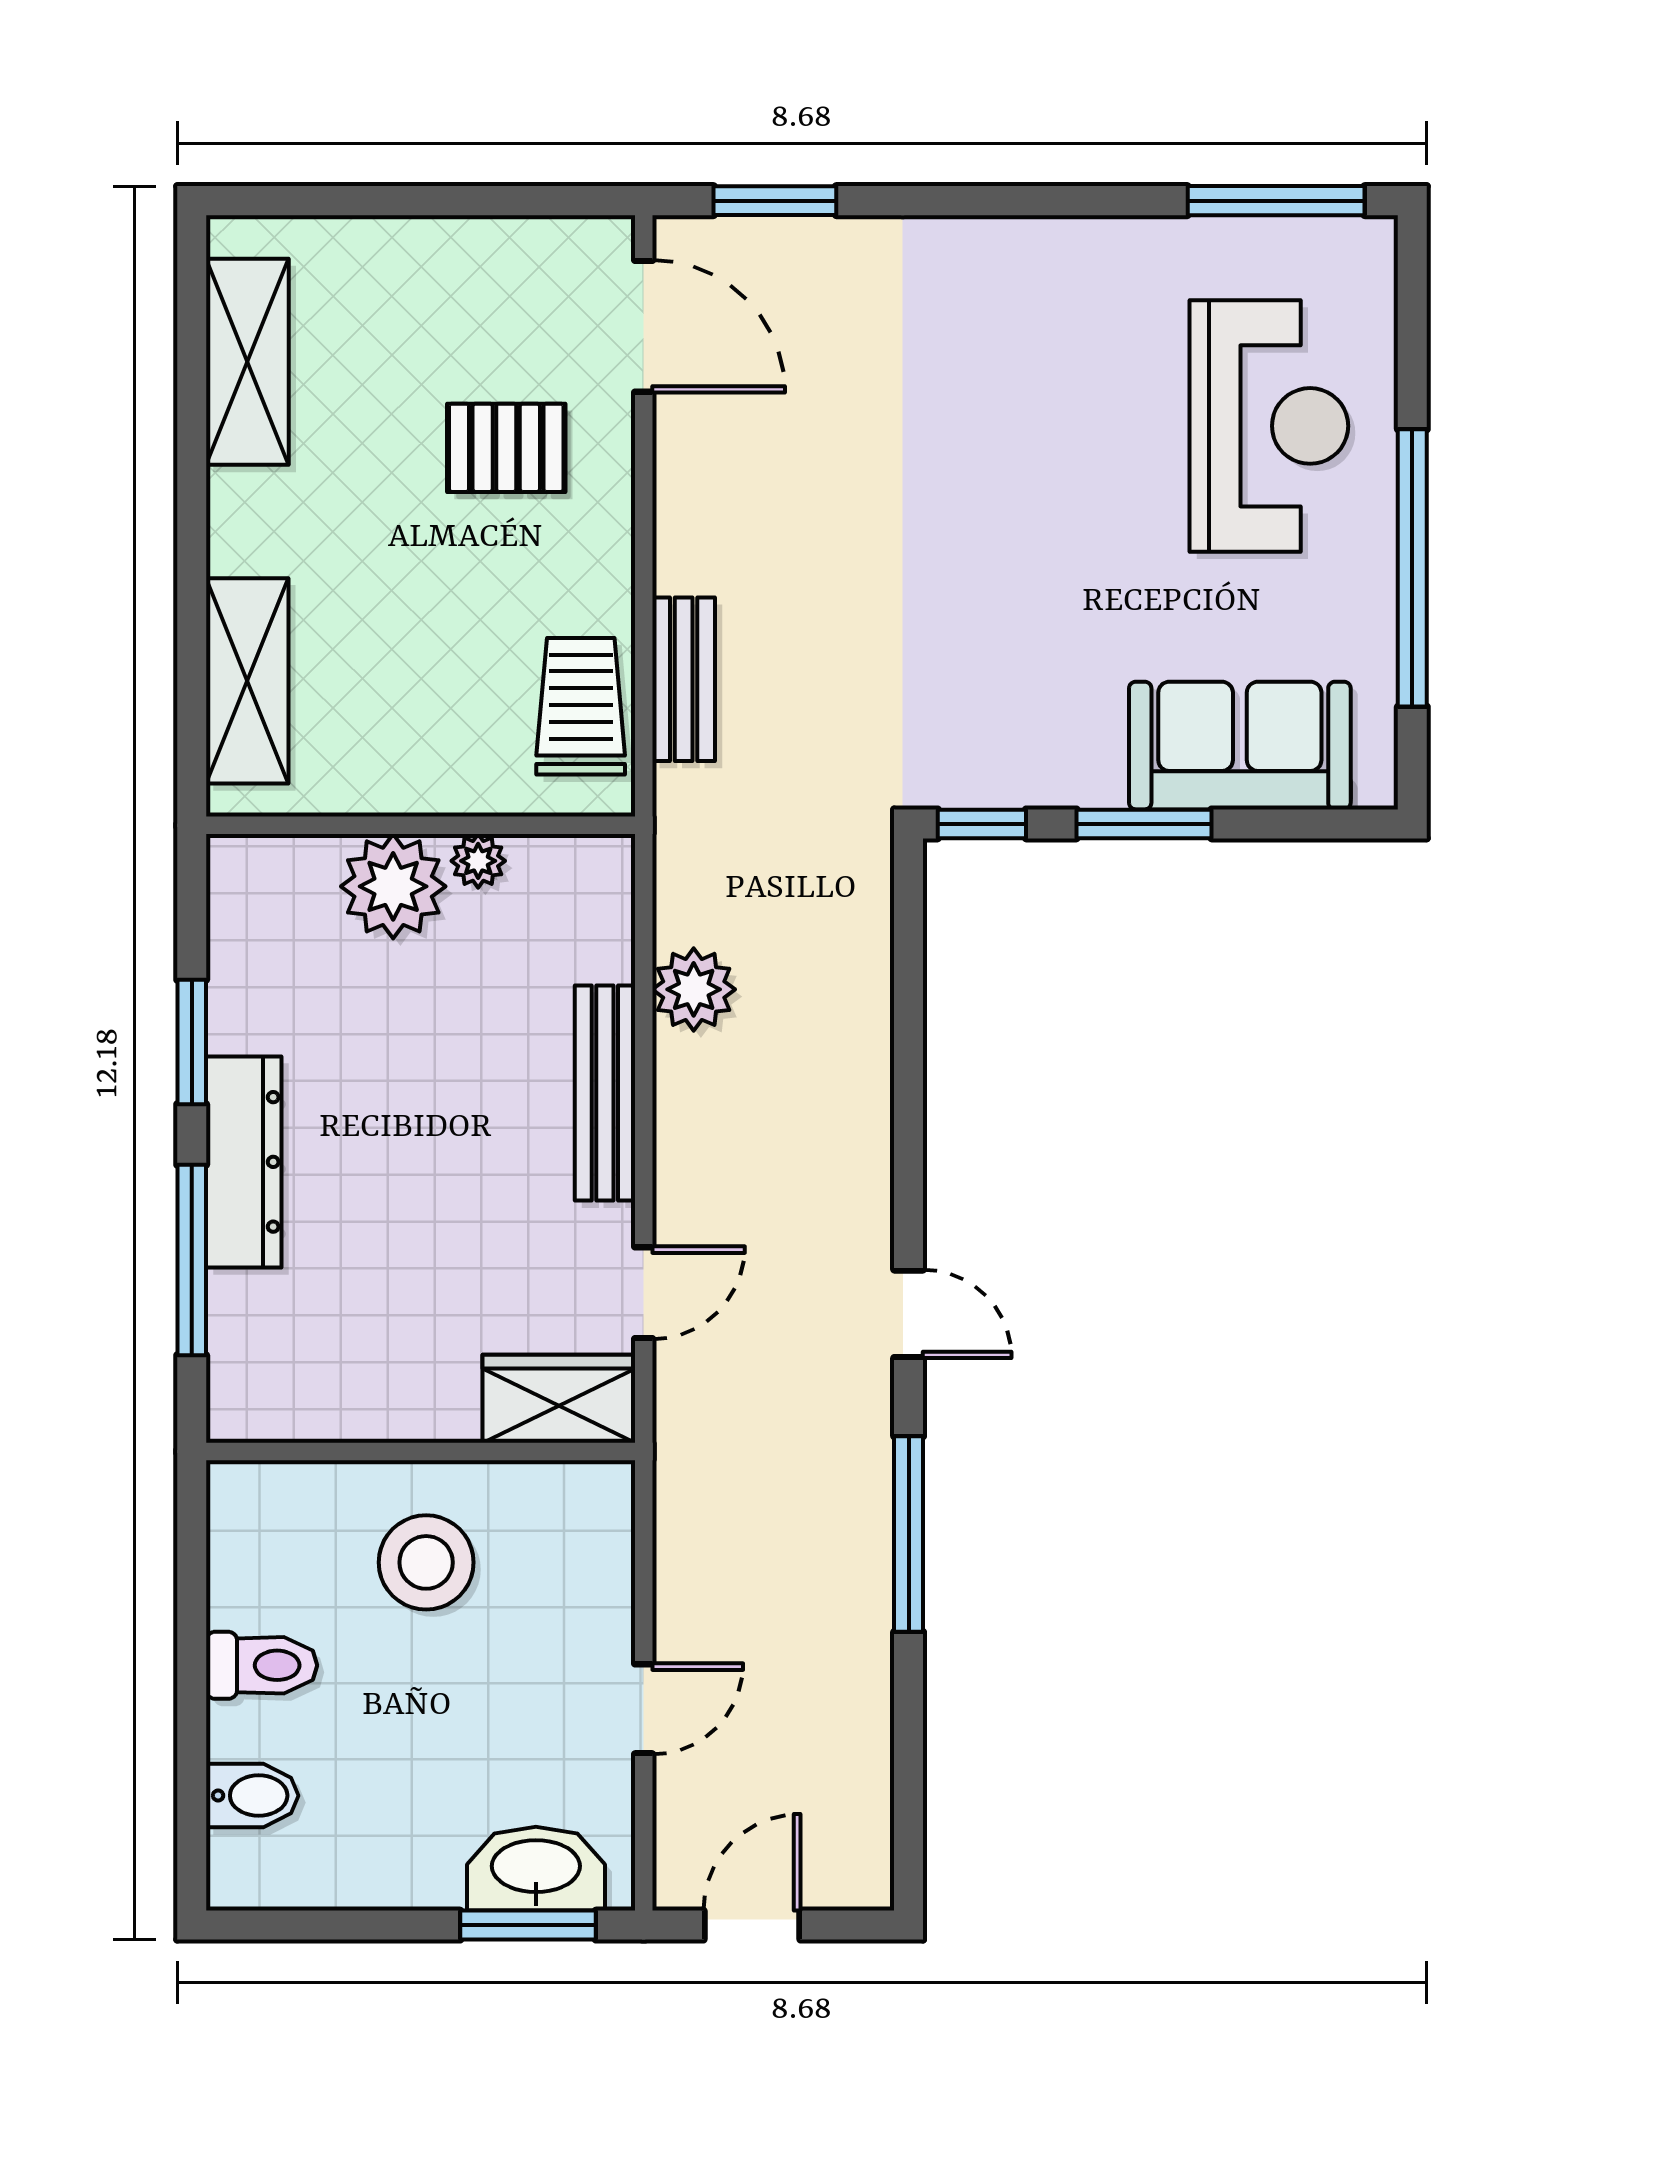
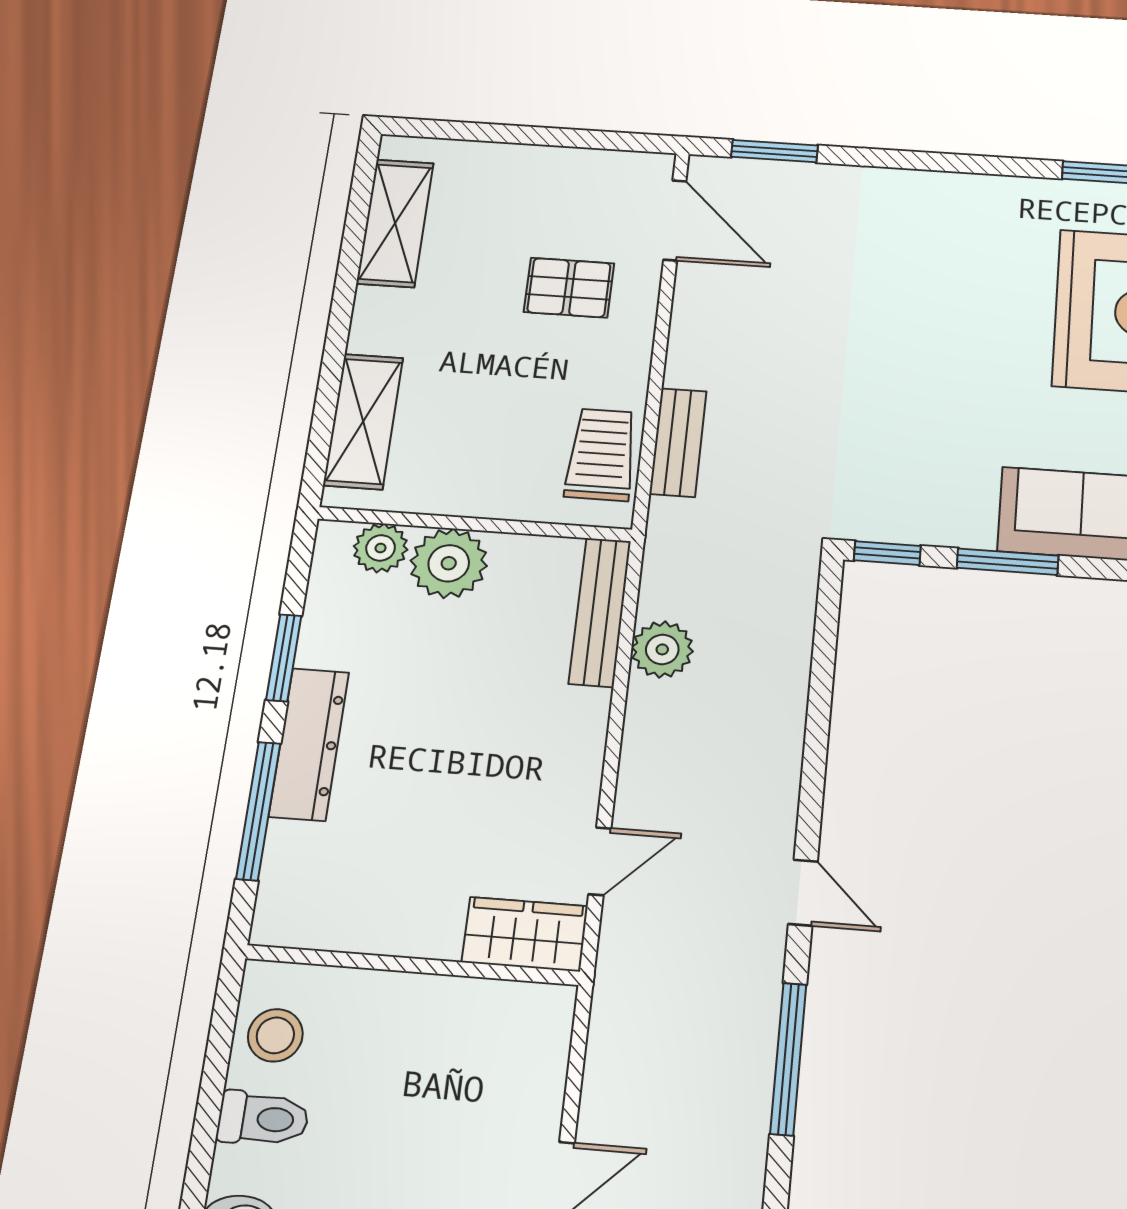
plant: (478, 861) -> (381, 548), moved, width x1.38, depth x1.38
bench: (605, 1093) -> (600, 612), moved
stool: (426, 1562) -> (275, 1035), moved, width x0.73, depth x0.73

